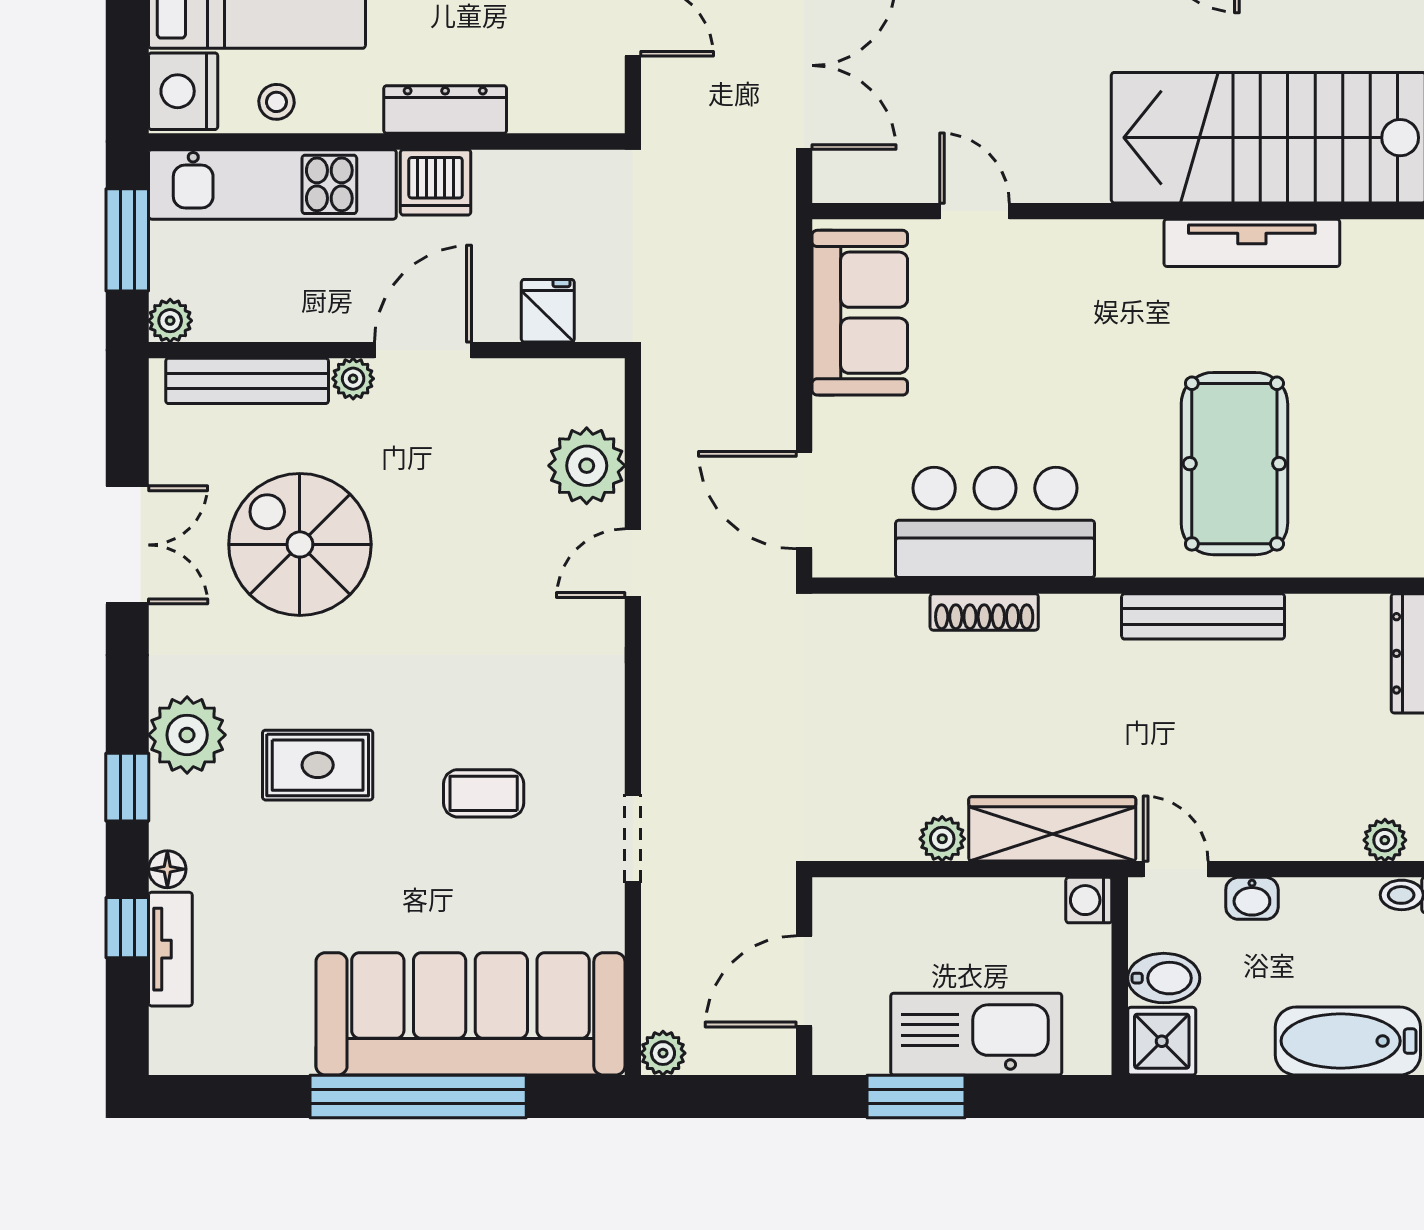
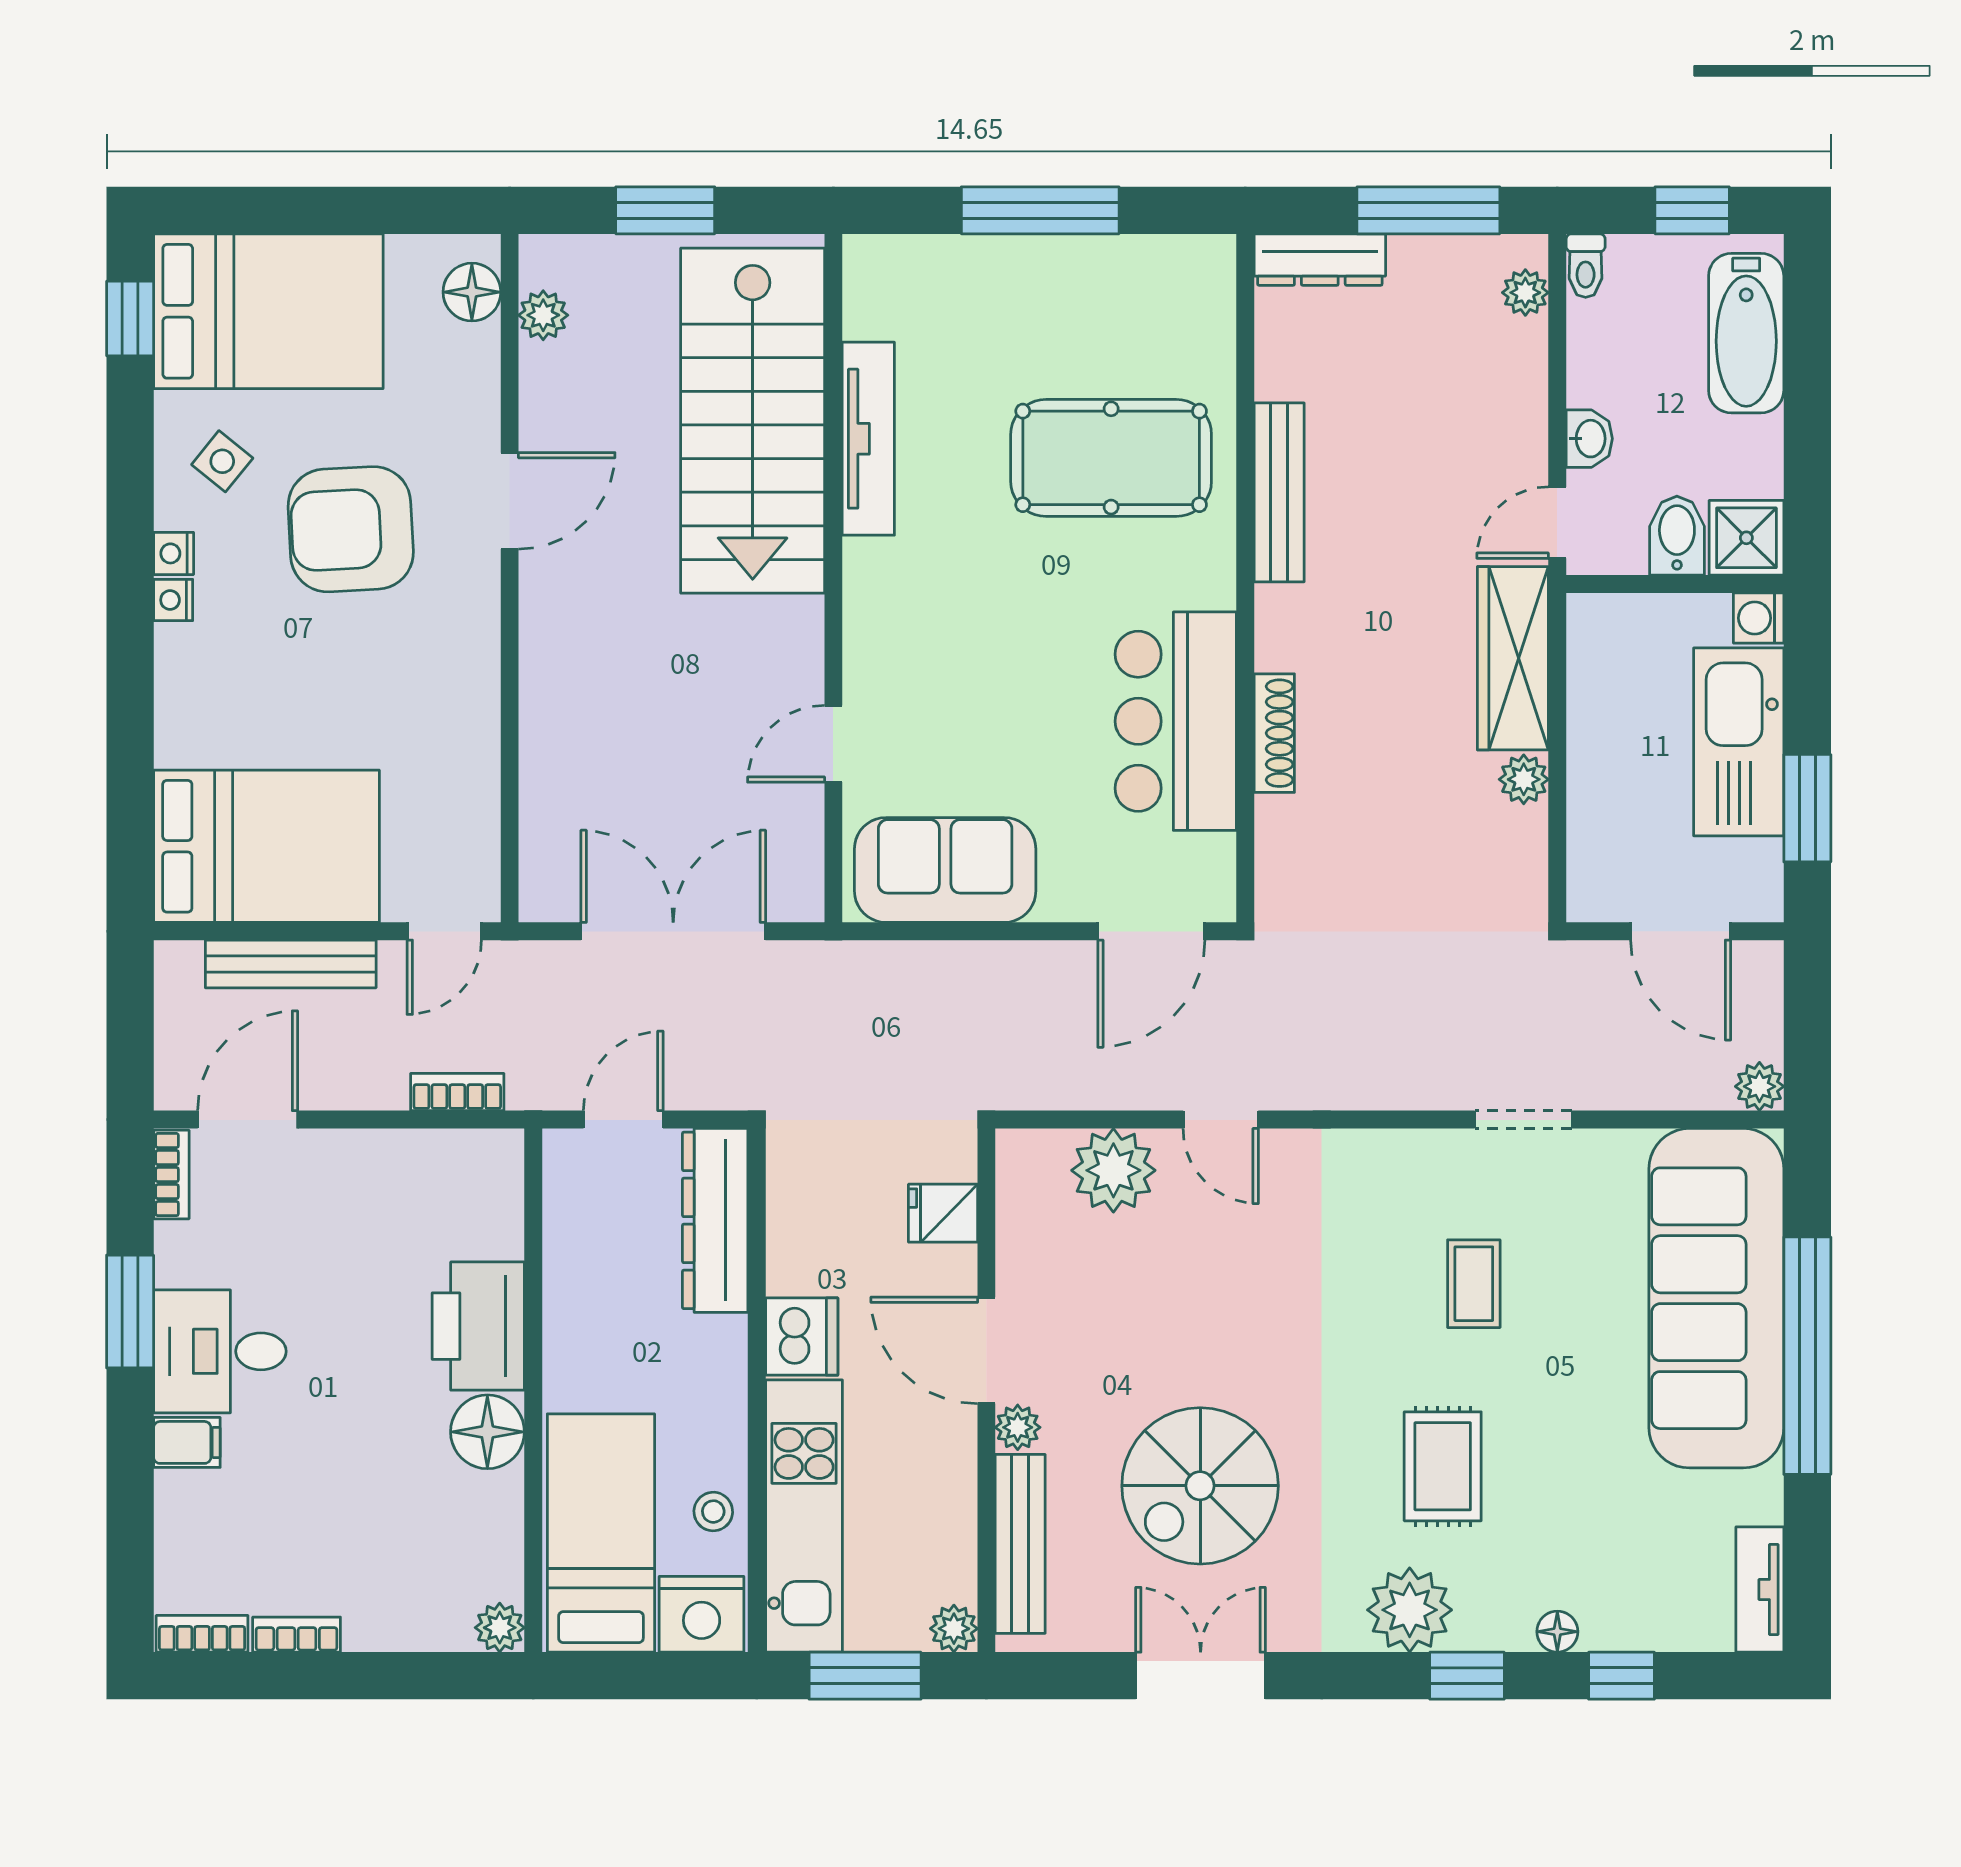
dresser: (445, 109) -> (715, 1220), moved, width x1.37, depth x1.24
washing machine: (1089, 900) -> (1759, 618), moved, turned 90
tv unit: (170, 949) -> (1760, 1590), moved, turned -90

